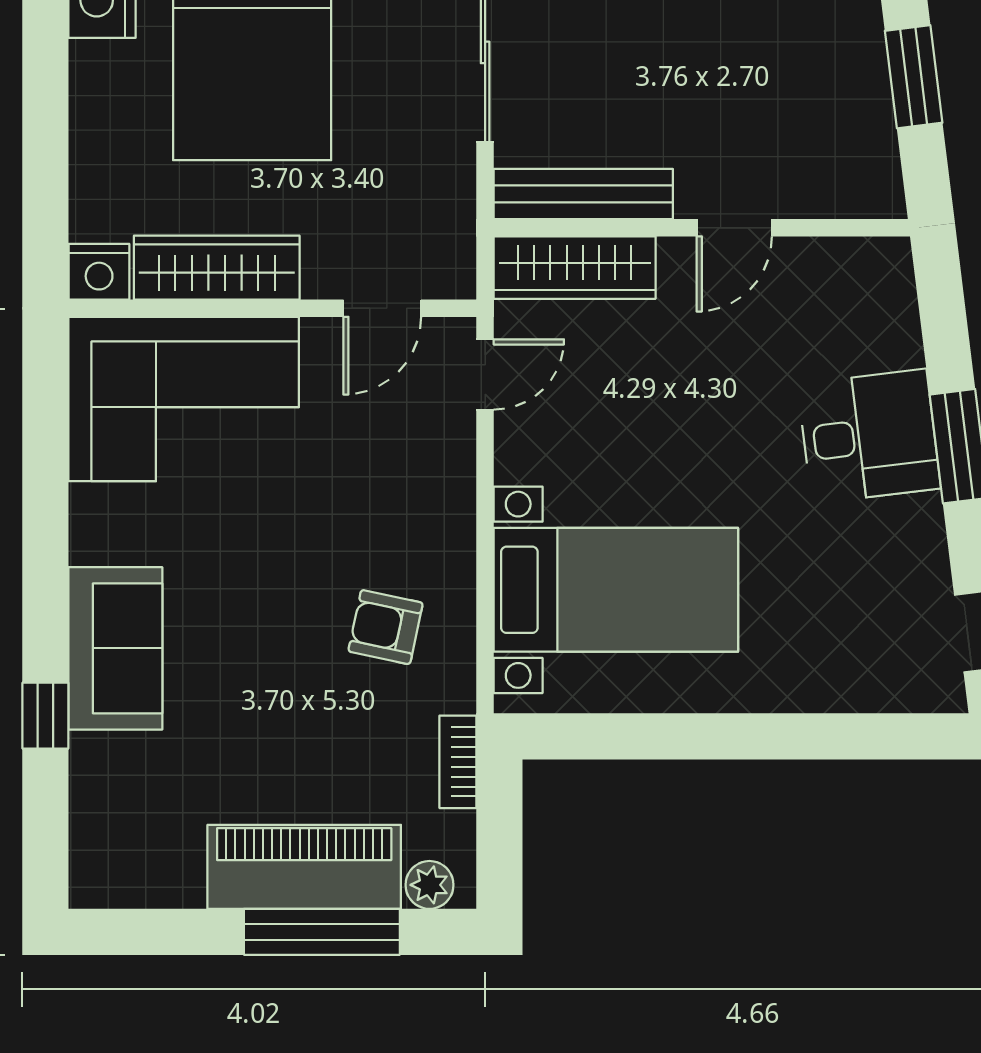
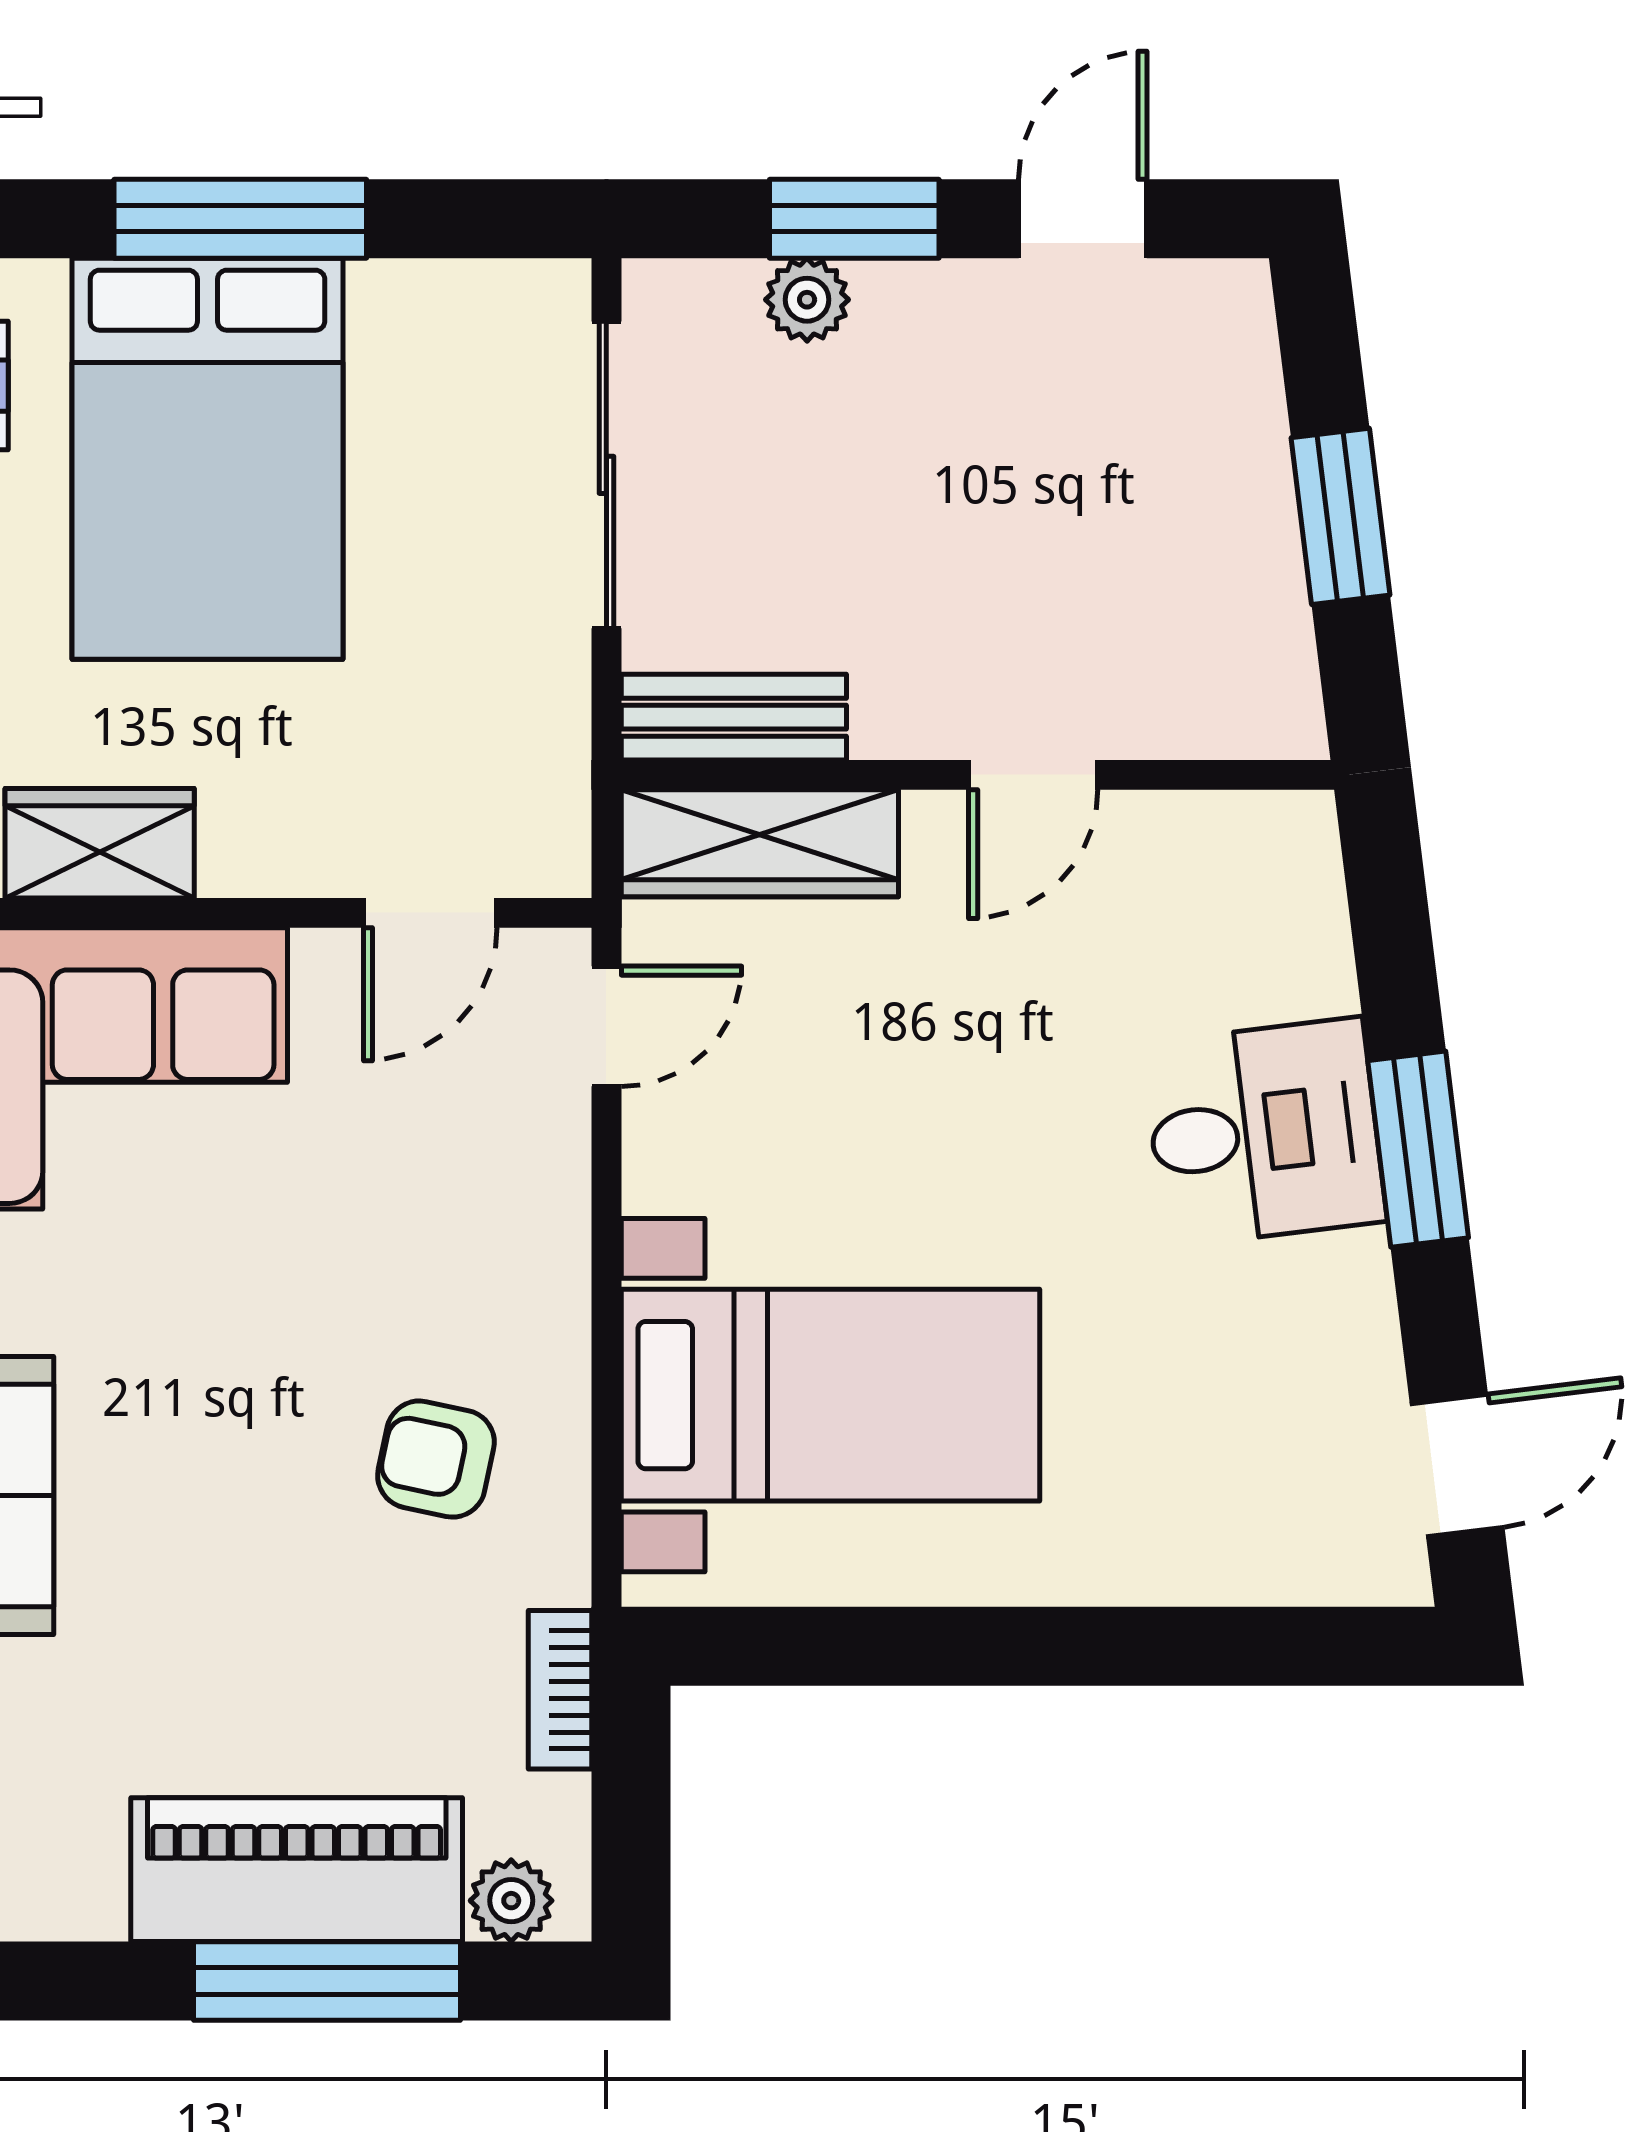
bench: (583, 194) -> (734, 717), width x0.73
wardrobe: (217, 268) -> (100, 843), width x0.67

